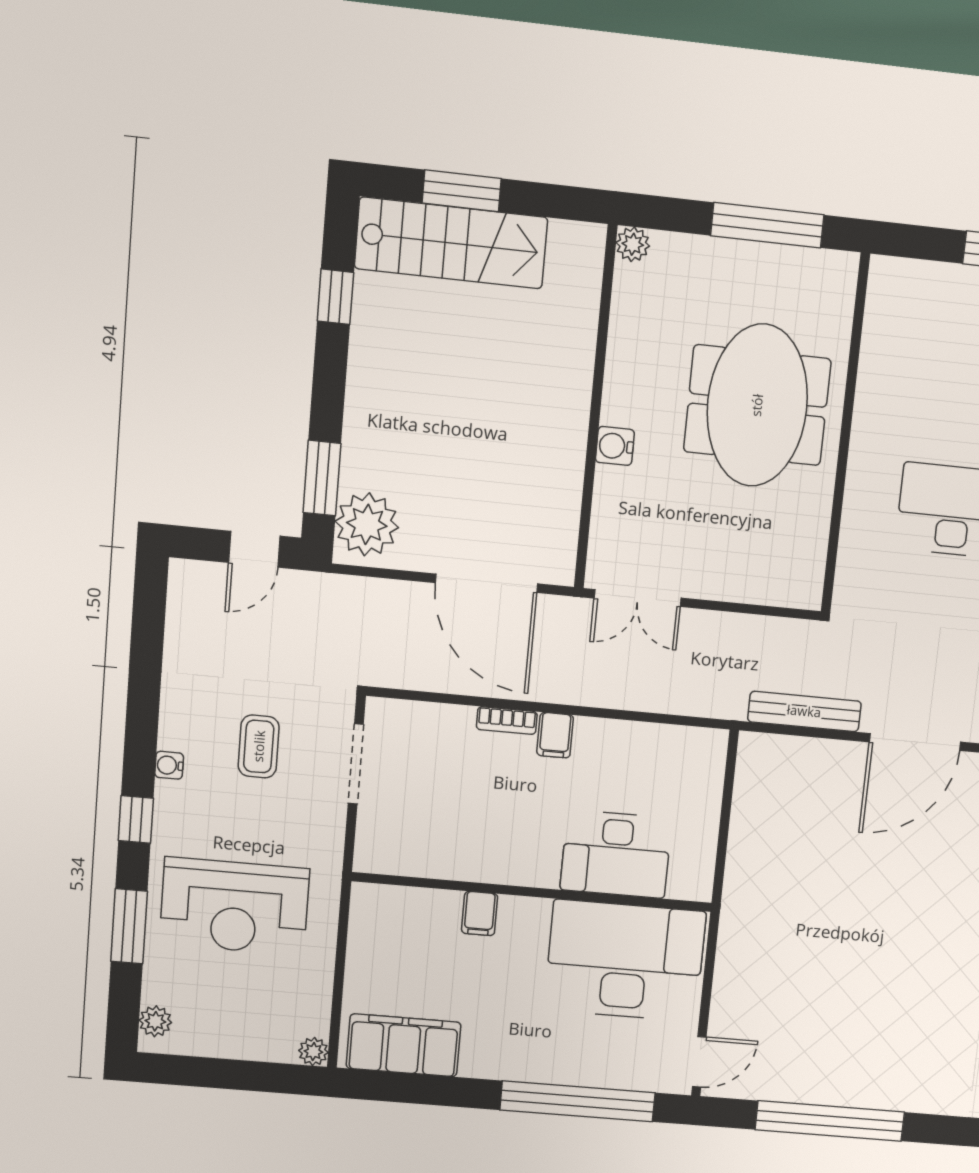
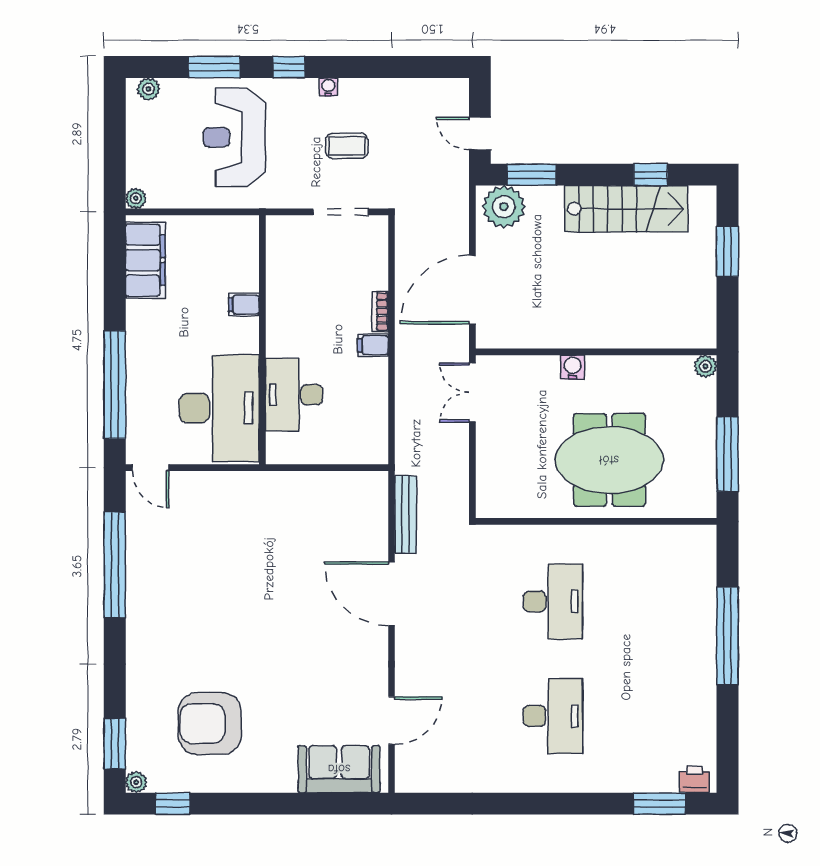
stairs: (451, 243) -> (626, 209), moved, turned -90

